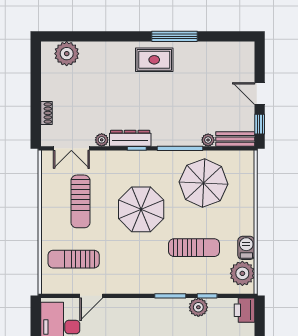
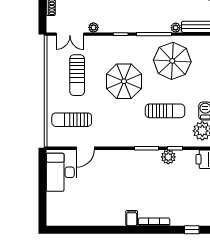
dresser: (130, 138) -> (115, 26), removed

